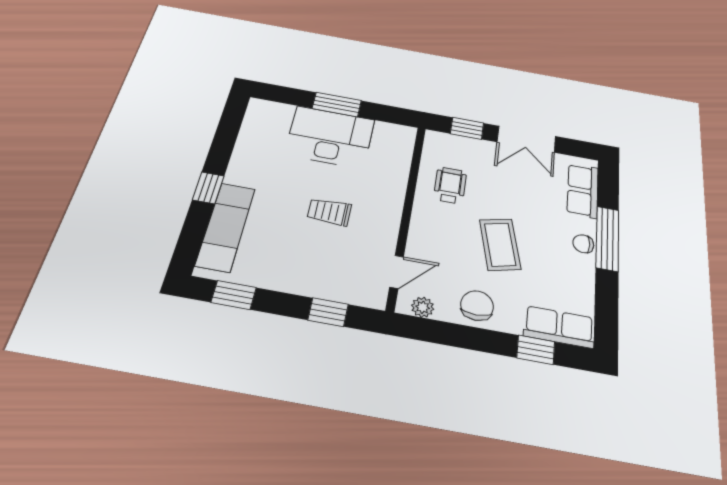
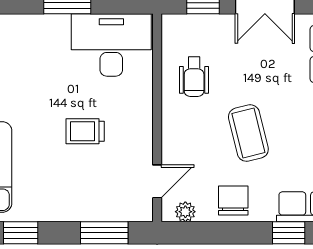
desk: (330, 137) -> (111, 45), moved
wheelchair: (450, 185) -> (194, 77), turned 180
window: (328, 312) -> (104, 233), width x1.50

